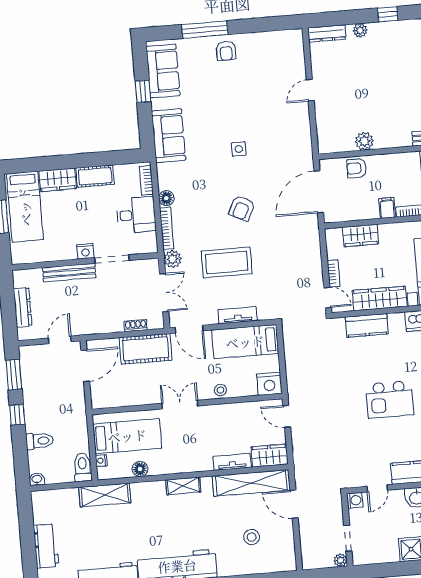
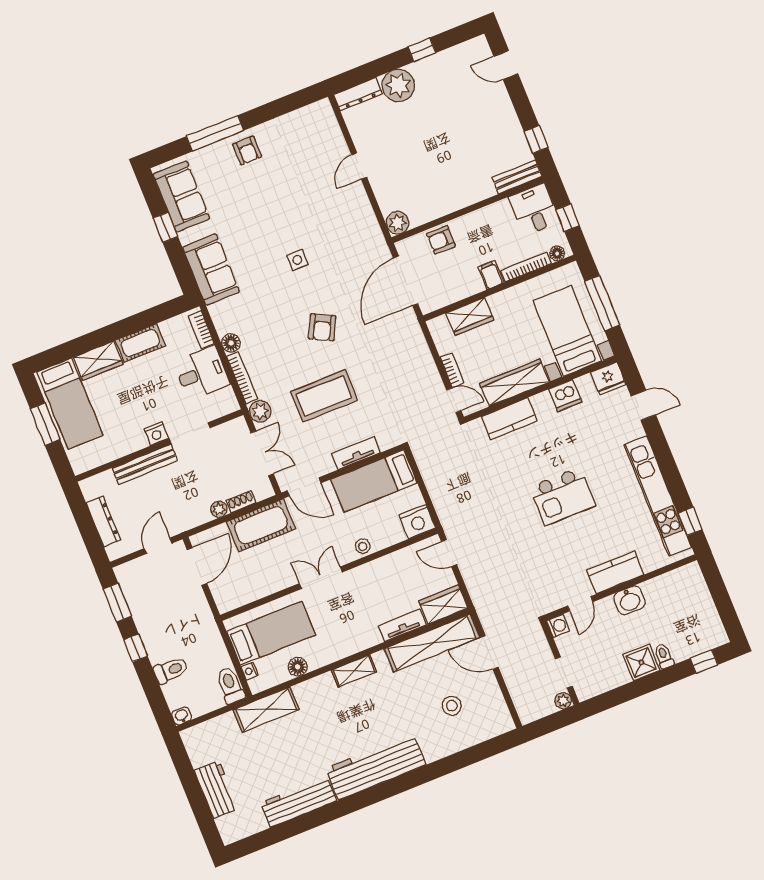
plant: (360, 30) -> (398, 86), width x1.88, depth x1.88
plant: (364, 141) -> (398, 223), moved
plant: (116, 326) -> (219, 509), added

